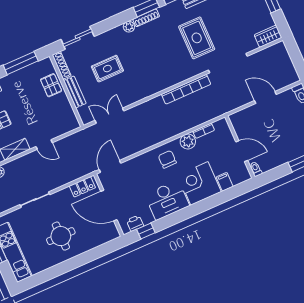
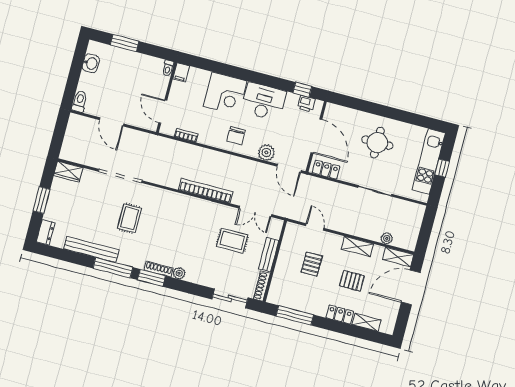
rug: (197, 38) -> (130, 218), width x0.73, depth x0.70
rug: (107, 69) -> (232, 241), moved
pallet: (51, 85) -> (312, 264), moved
bookcase: (186, 89) -> (206, 191), moved
plant: (188, 142) -> (266, 153), moved
door: (44, 145) -> (315, 227), moved
door: (242, 151) -> (163, 112), moved
door: (110, 166) -> (289, 168), hinge flipped
filing cabinet: (225, 182) -> (181, 72), moved

